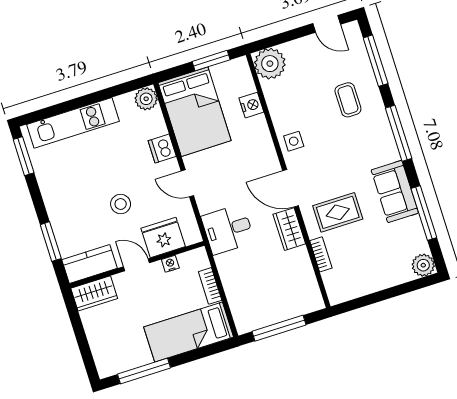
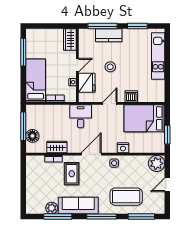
door: (327, 24) -> (167, 185), moved
plant: (146, 99) -> (159, 96), removed
coffee table: (348, 100) -> (126, 197), width x1.86, depth x1.72
nightstand: (251, 105) -> (123, 148), moved
window: (24, 156) -> (137, 26), moved
sofa: (395, 191) -> (78, 205), width x1.36
wardrobe: (289, 229) -> (57, 147), moved
window: (51, 242) -> (102, 26), width x1.44
kitchen counter: (89, 264) -> (109, 35), moved, turned 90
plant: (423, 265) -> (52, 208), moved
floor lamp: (291, 306) -> (32, 136), added

